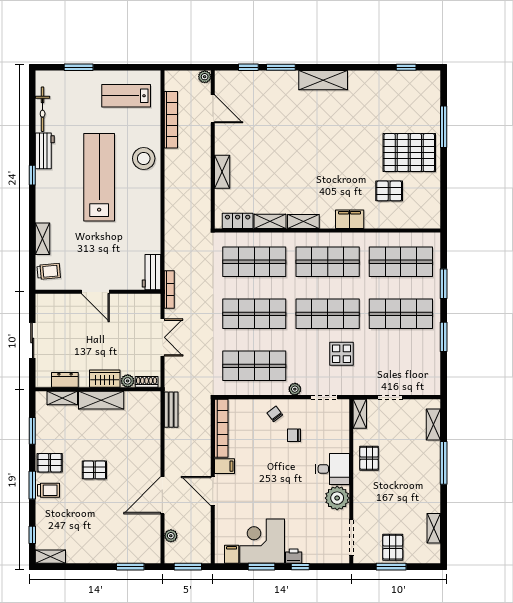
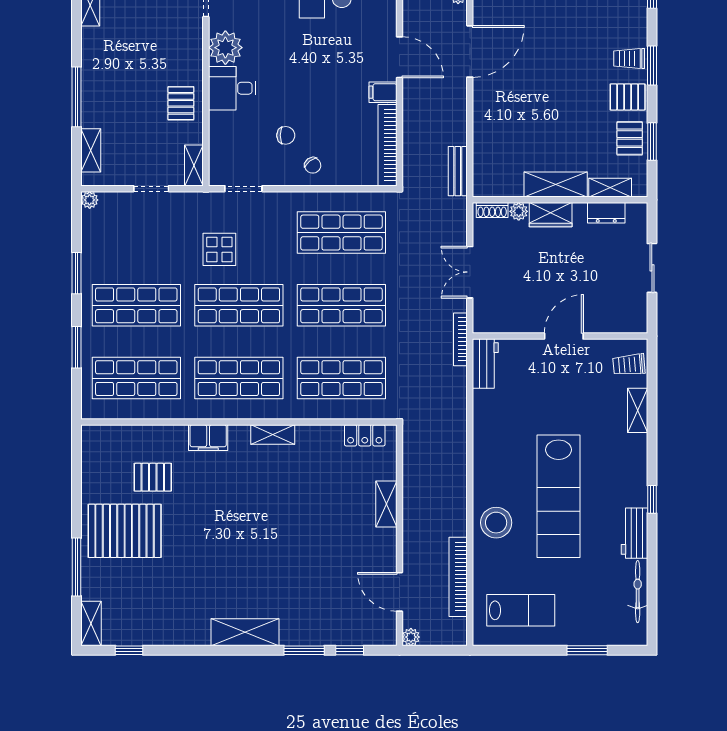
shelving: (270, 221) -> (91, 624), moved, turned 90
door: (95, 292) -> (564, 336), hinge flipped
plant: (295, 389) -> (90, 200), moved
pallet: (94, 470) -> (630, 138), moved, turned 90

